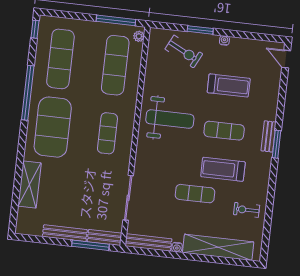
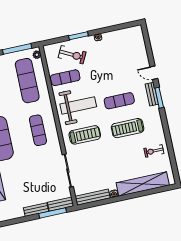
door: (286, 59) -> (154, 73), moved
treadmill: (229, 85) -> (85, 135), moved
exercise mat: (195, 194) -> (65, 78), moved
bench: (65, 233) -> (36, 210), width x0.73

